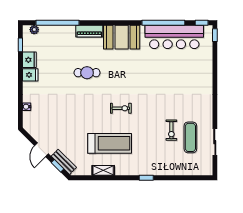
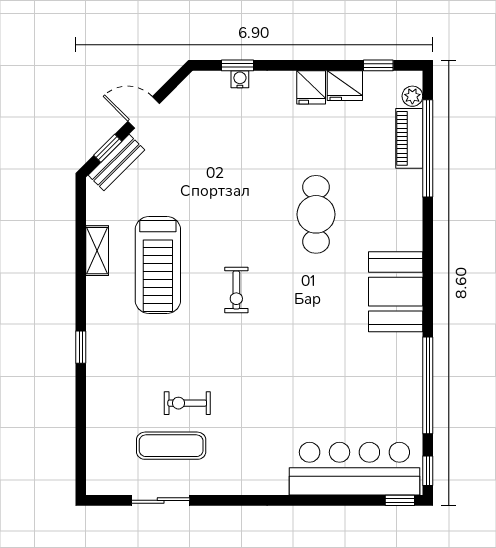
piano: (89, 31) -> (409, 138), moved
bar counter: (174, 37) -> (354, 469), moved, turned 90
cafe table: (87, 73) -> (316, 214), width x1.37, depth x1.35
window: (20, 108) -> (237, 65), added

